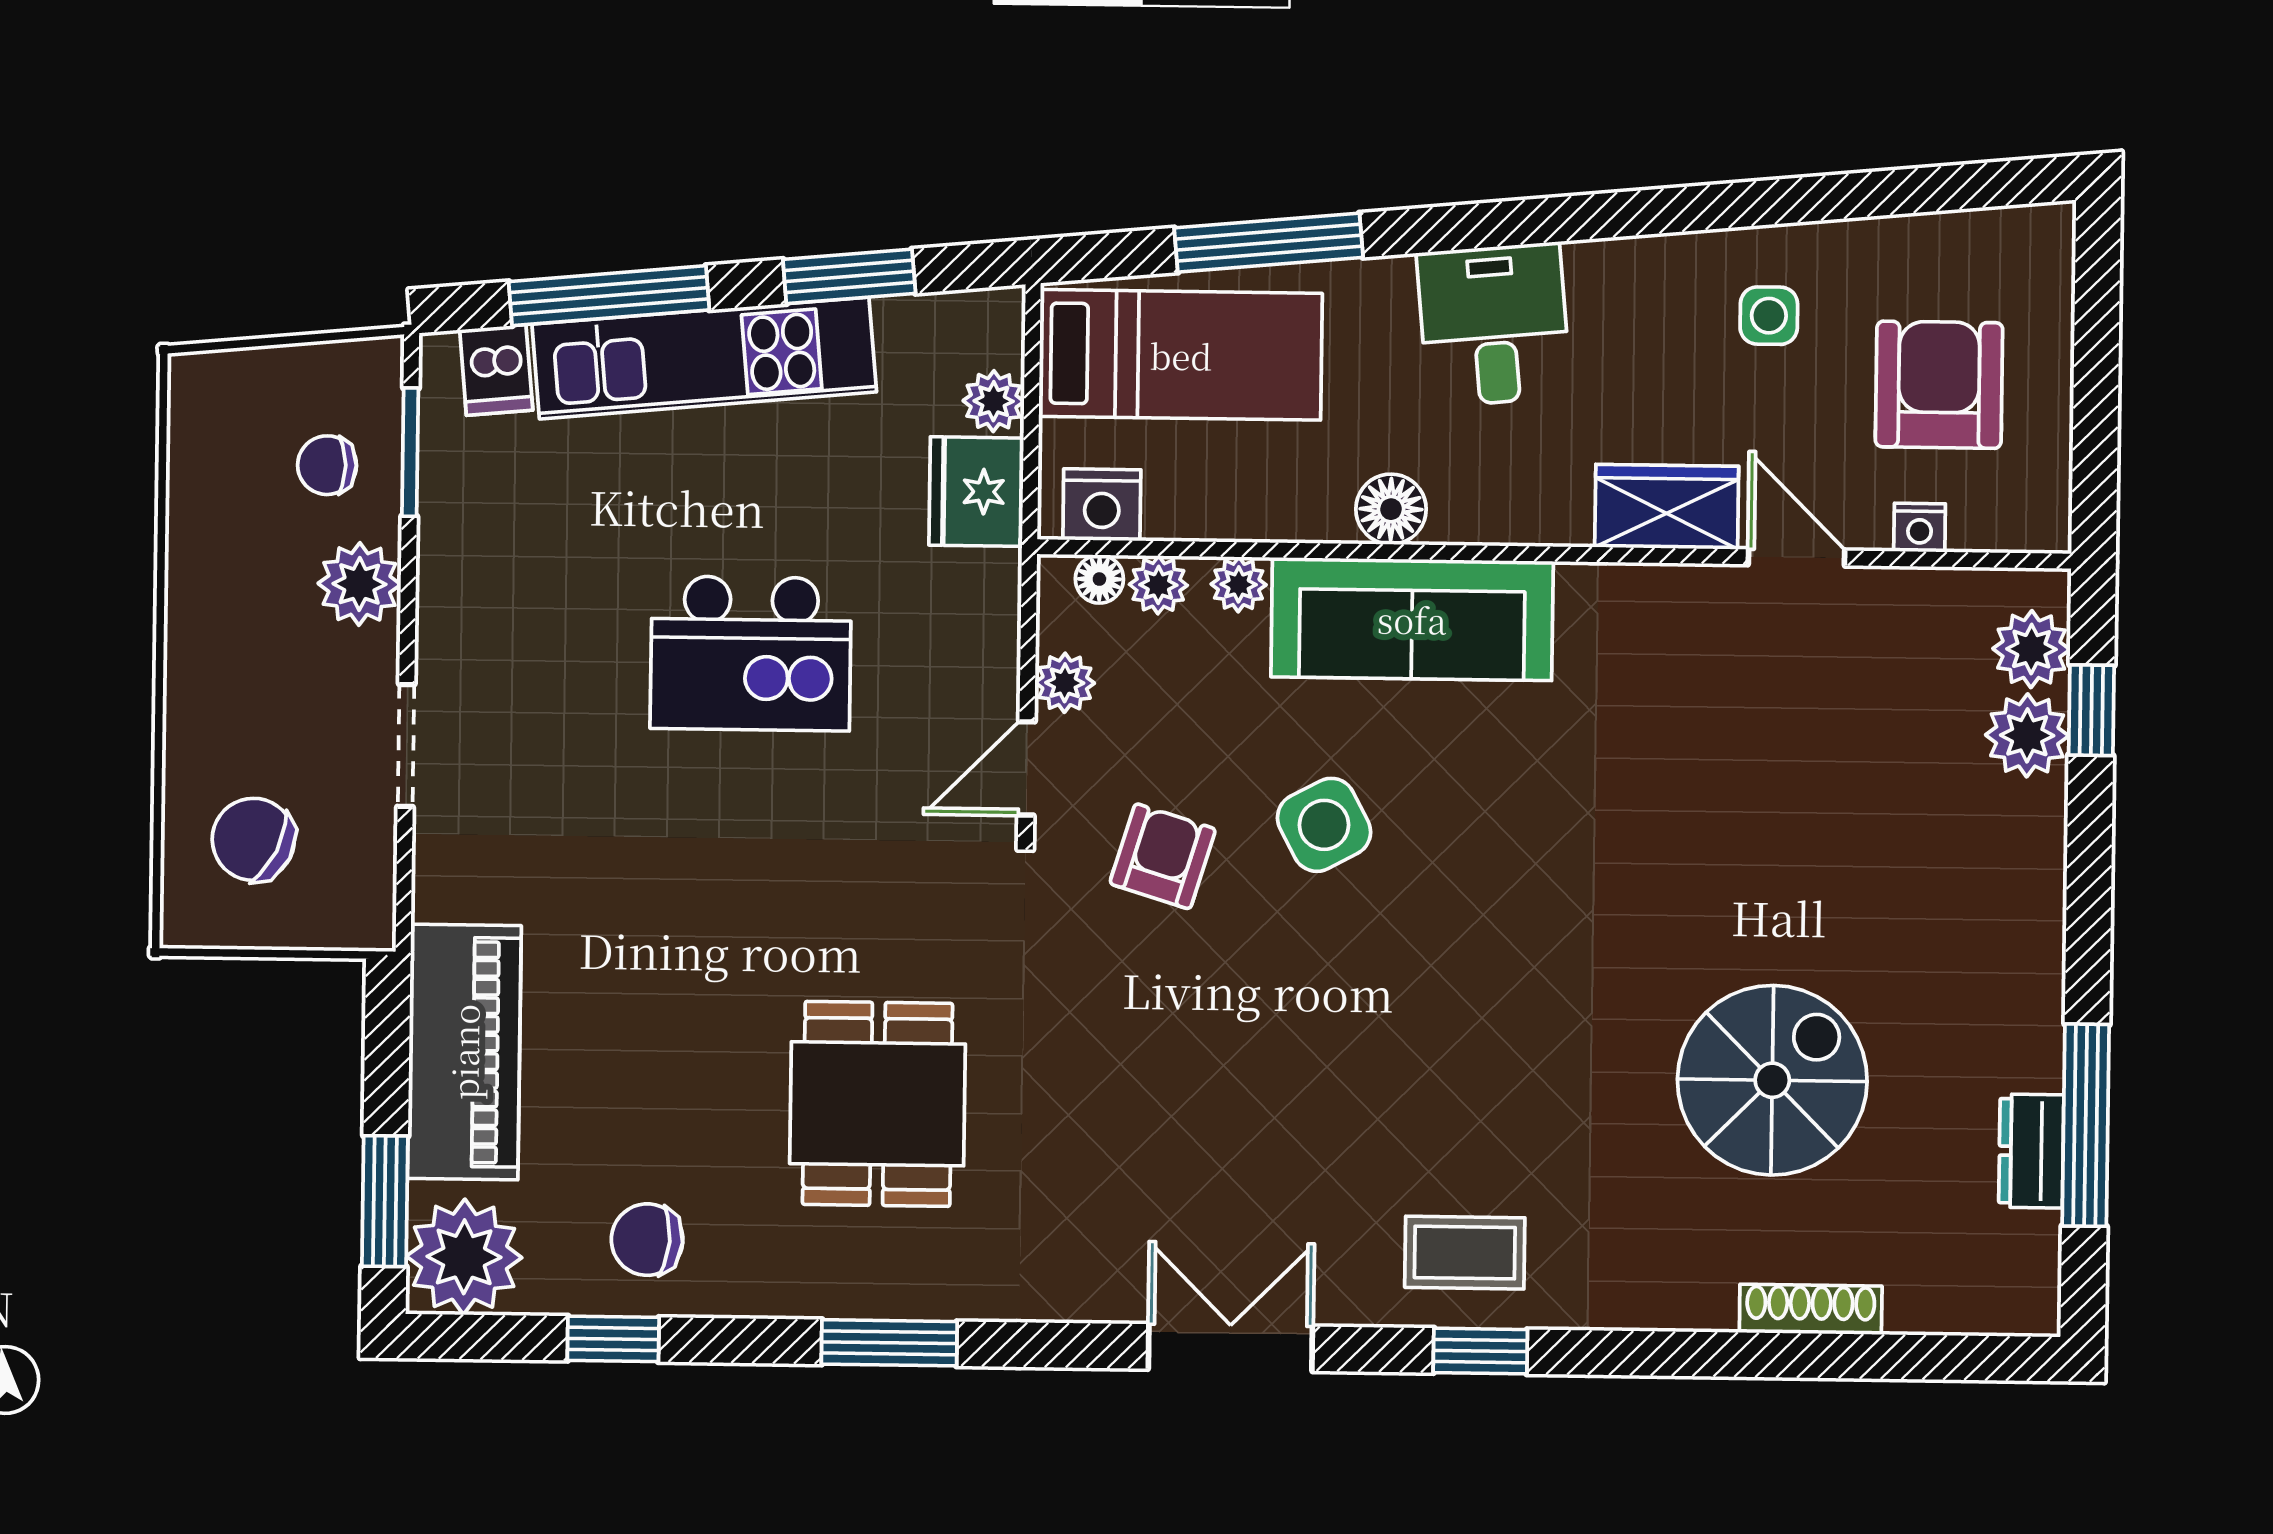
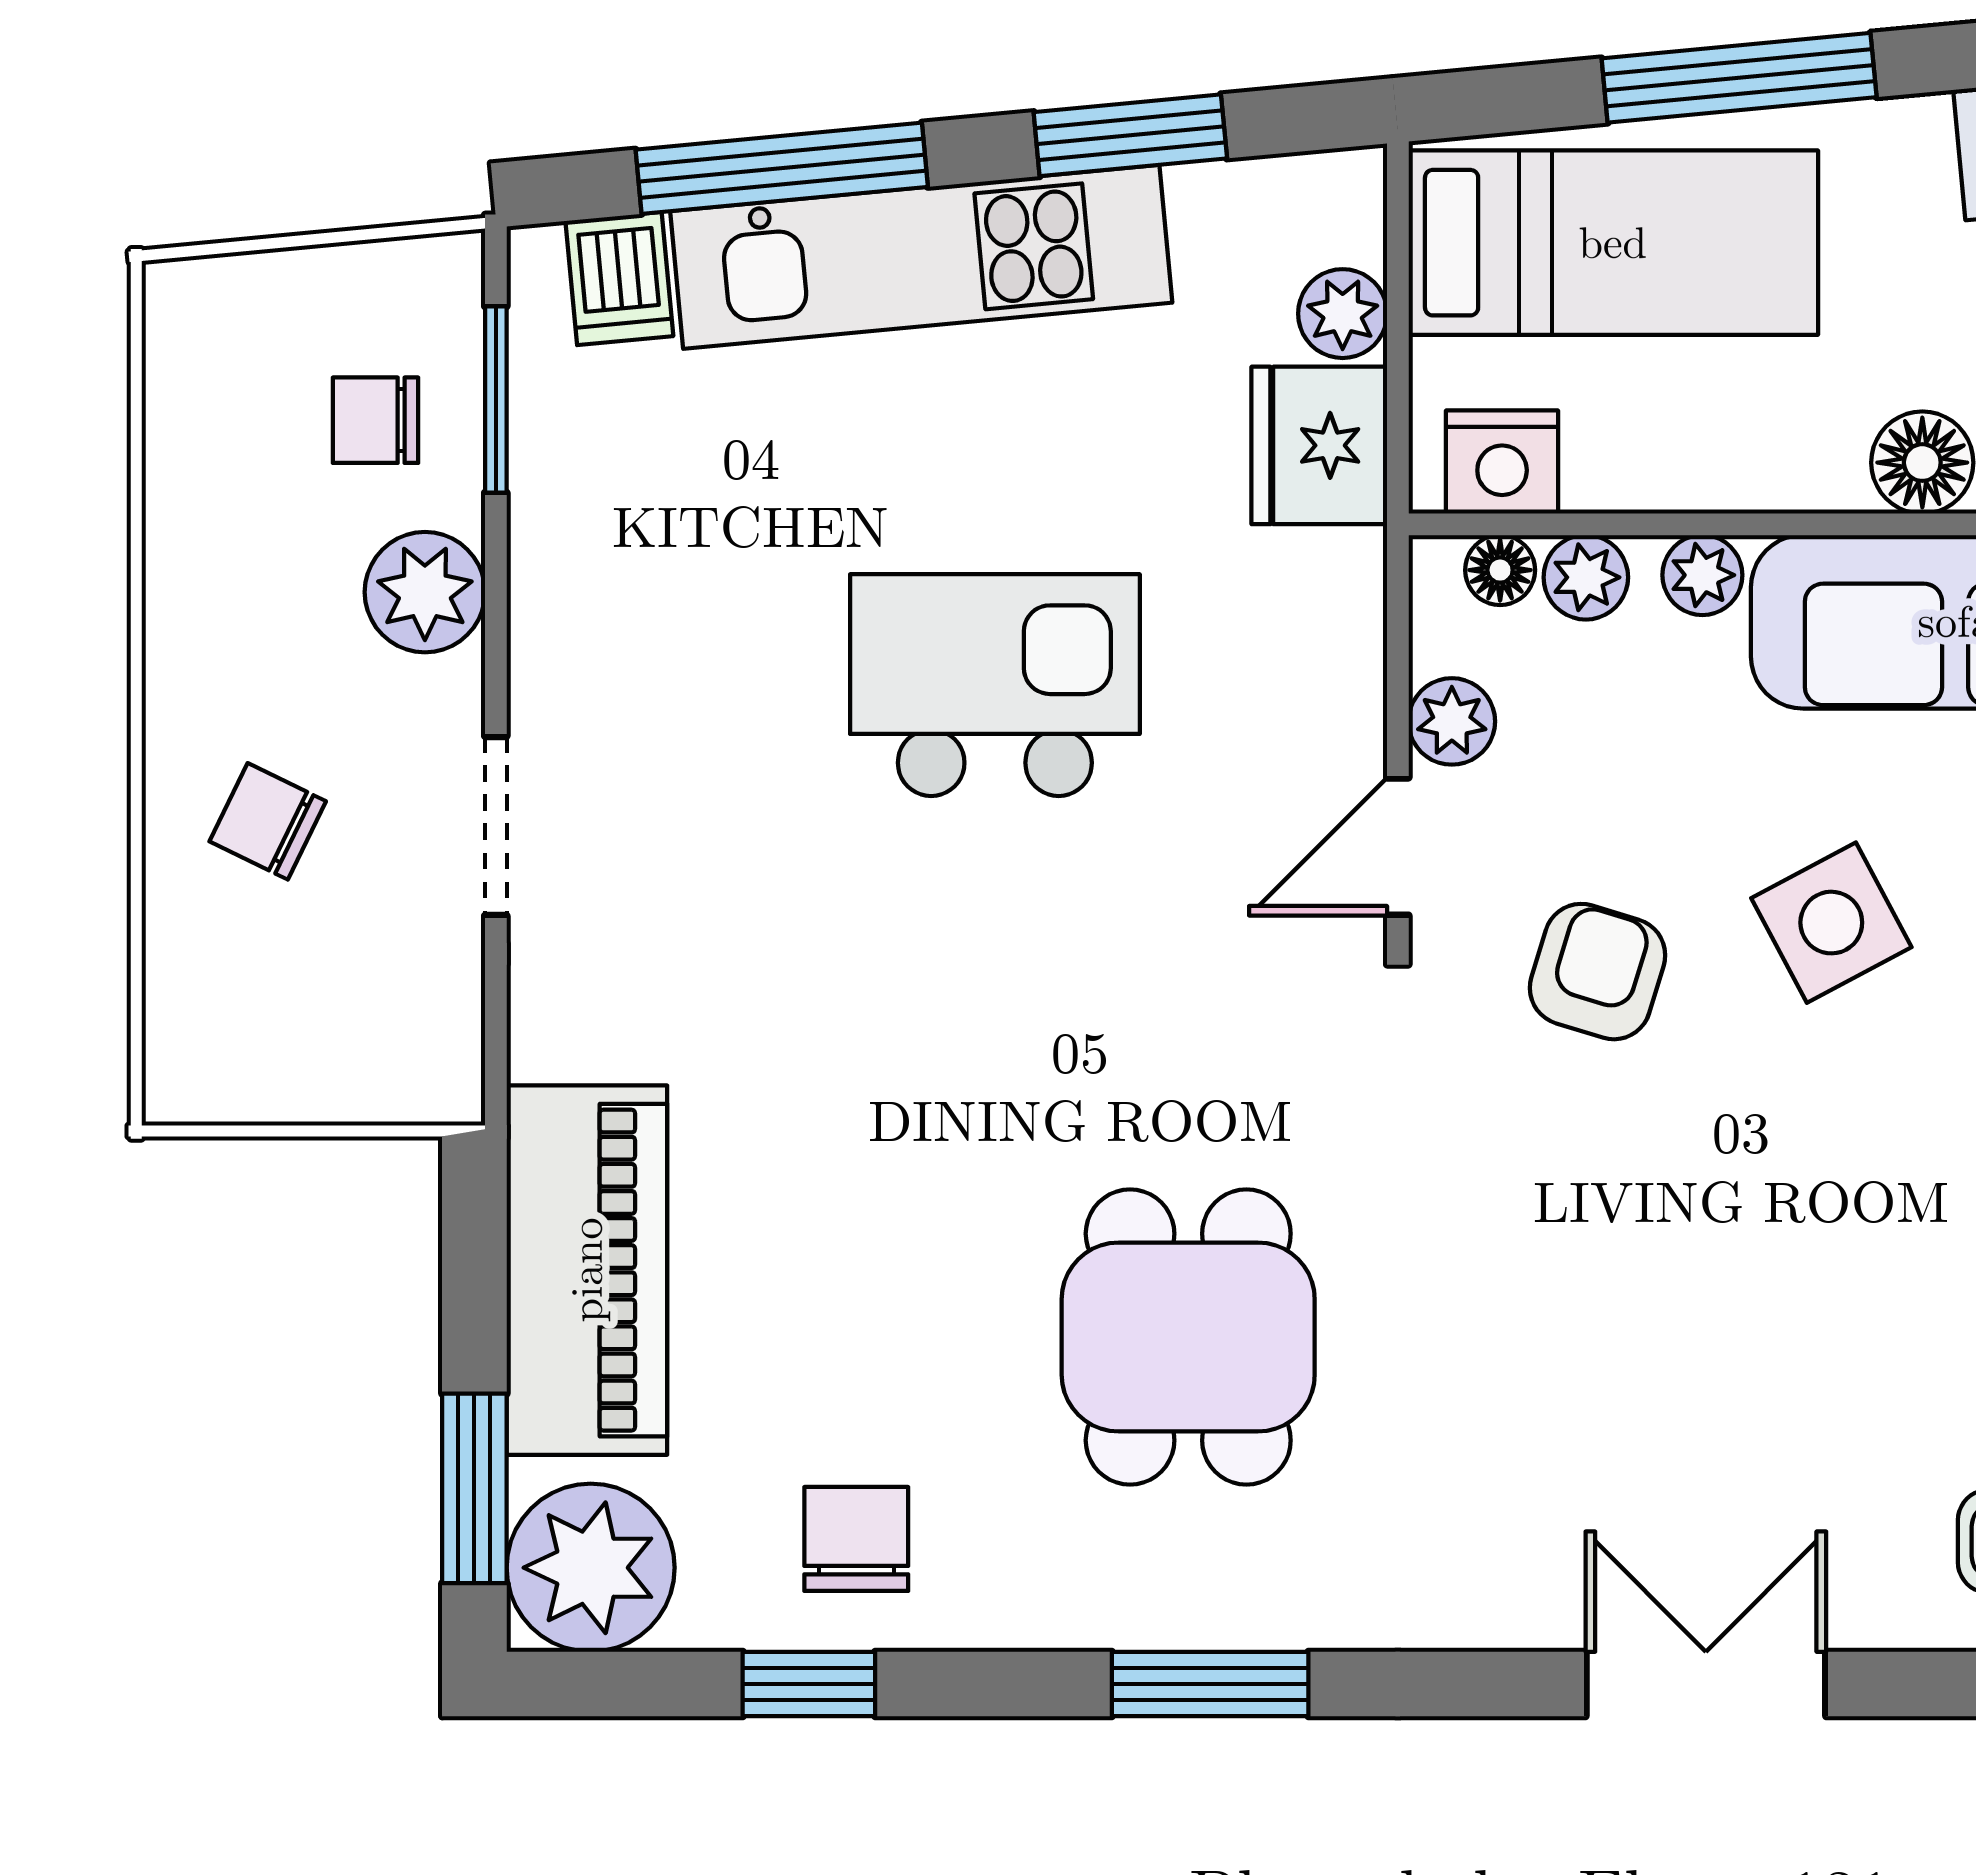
kitchen island: (751, 653) -> (995, 685), turned 180
chair: (253, 839) -> (268, 821), moved, width x0.73, depth x0.73
chair: (647, 1240) -> (856, 1539), turned 86

